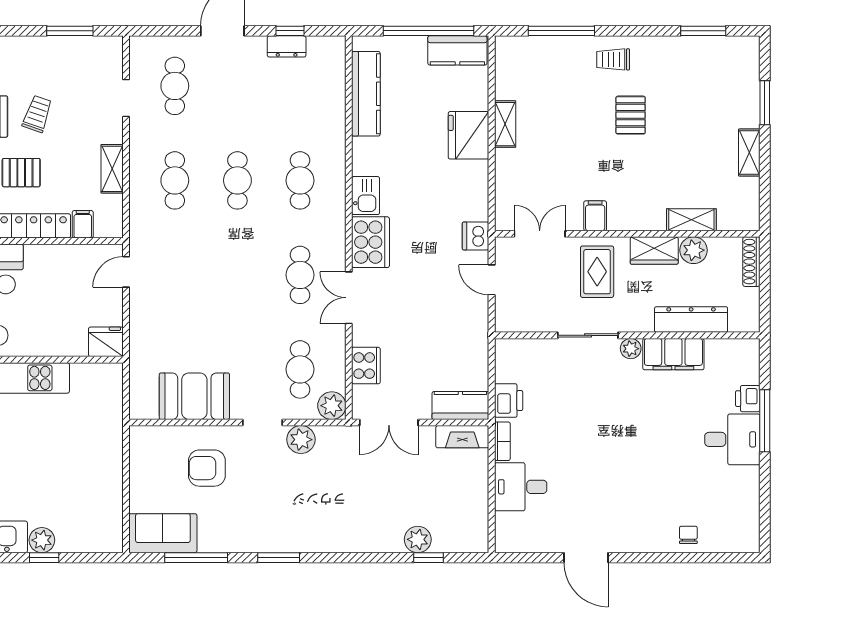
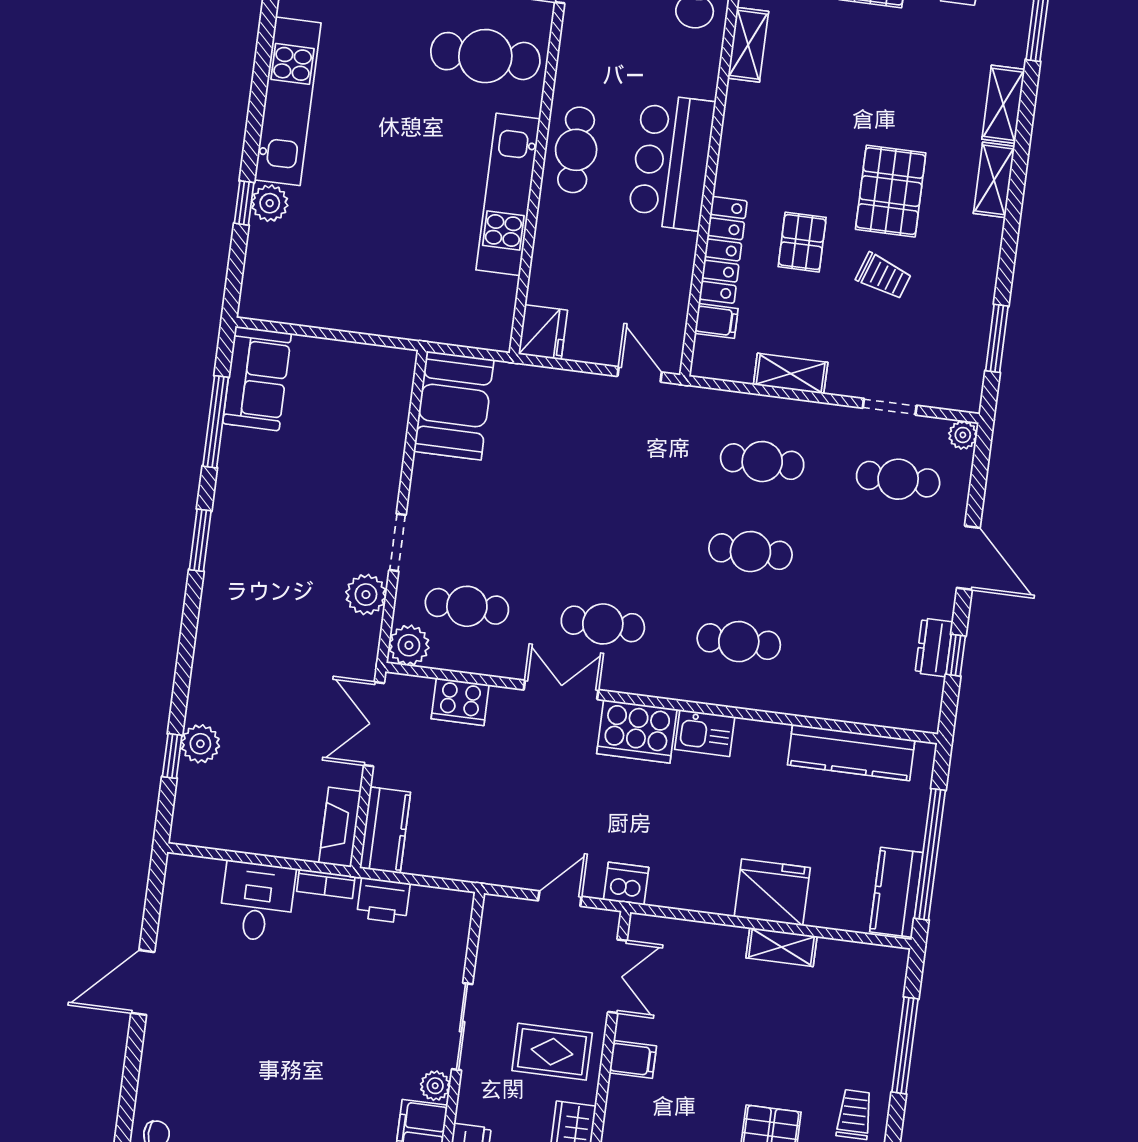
plant: (139, 46) -> (963, 435), added
booth: (194, 396) -> (454, 406), moved
armchair: (207, 468) -> (342, 454), removed

